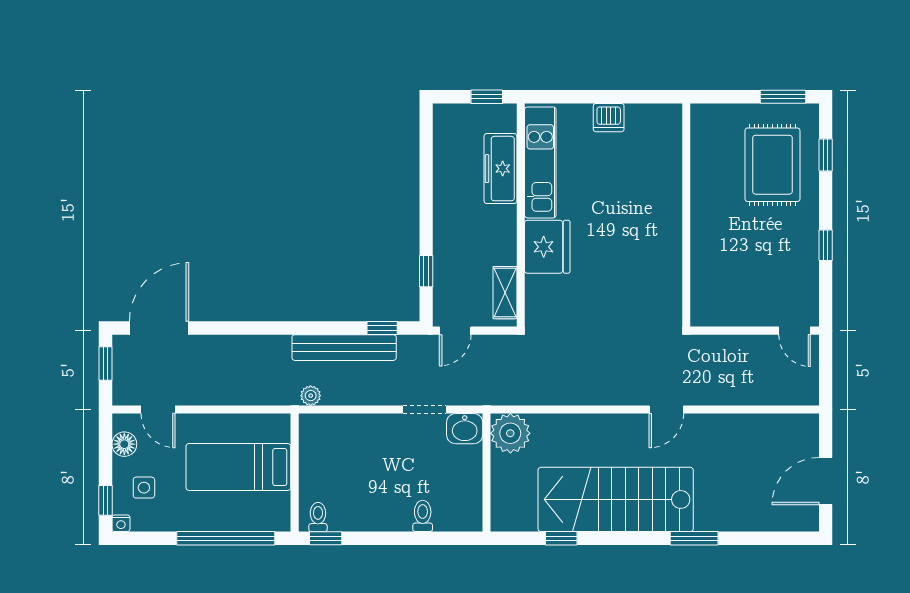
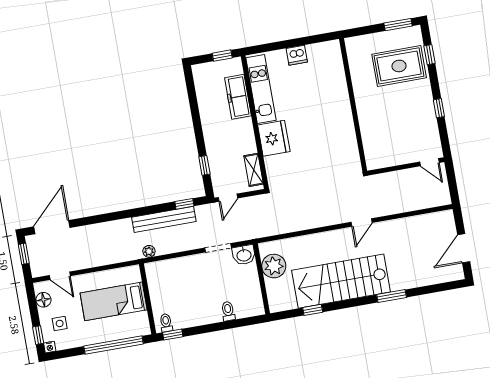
rug: (772, 165) -> (399, 66), turned 90
plant: (510, 433) -> (274, 266), moved

